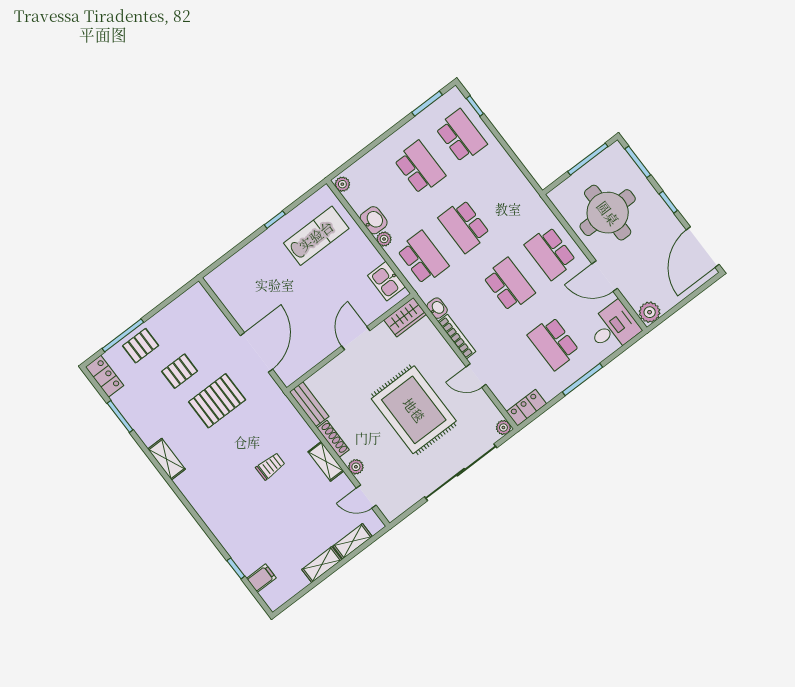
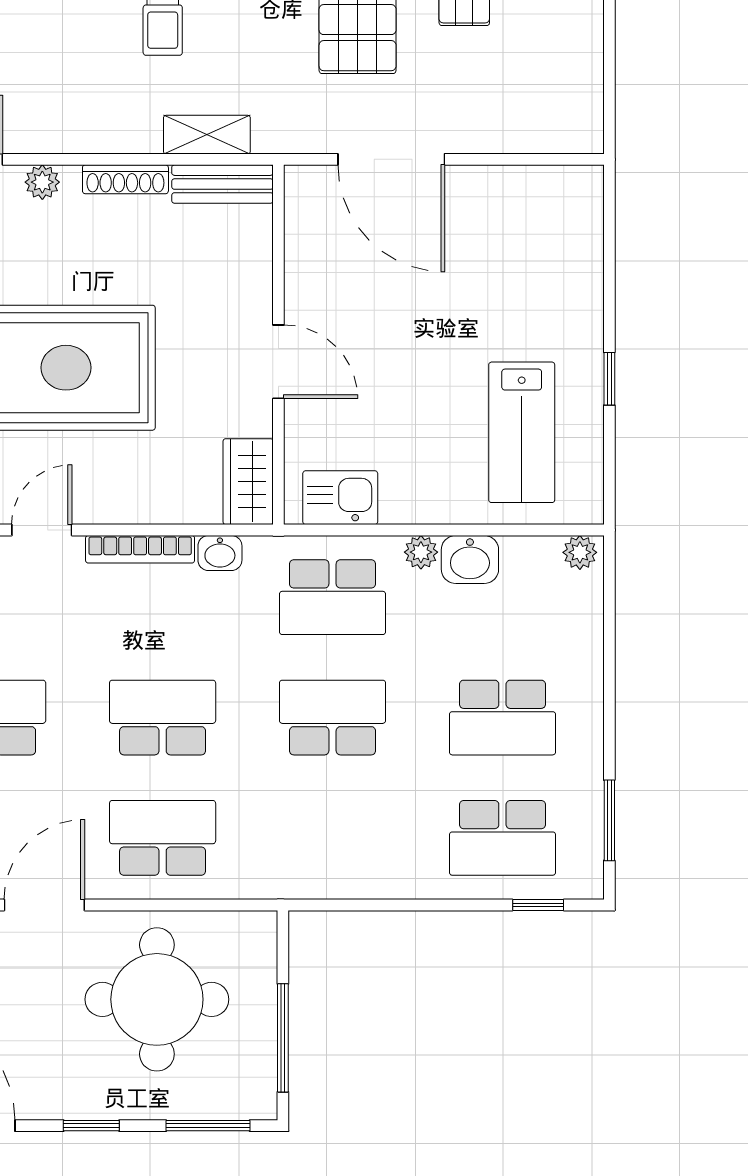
school desk: (509, 285) -> (163, 718), turned 180
shelving: (326, 461) -> (207, 135), moved

